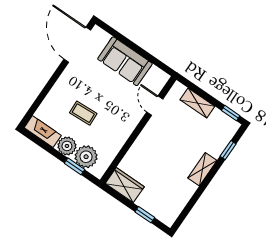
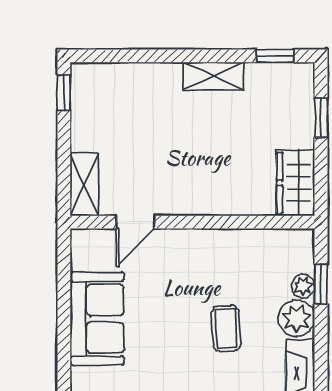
shelving: (197, 103) -> (84, 184), moved
window: (228, 150) -> (276, 56), moved
plant: (86, 157) -> (303, 286), width x0.53, depth x0.53
shelving: (202, 169) -> (214, 76), moved

